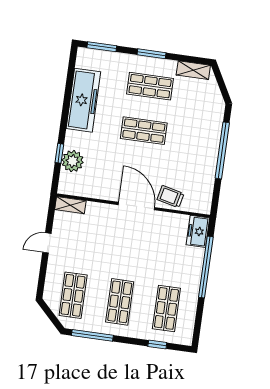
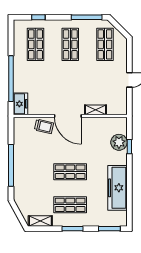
shelving: (70, 205) -> (95, 110), moved

